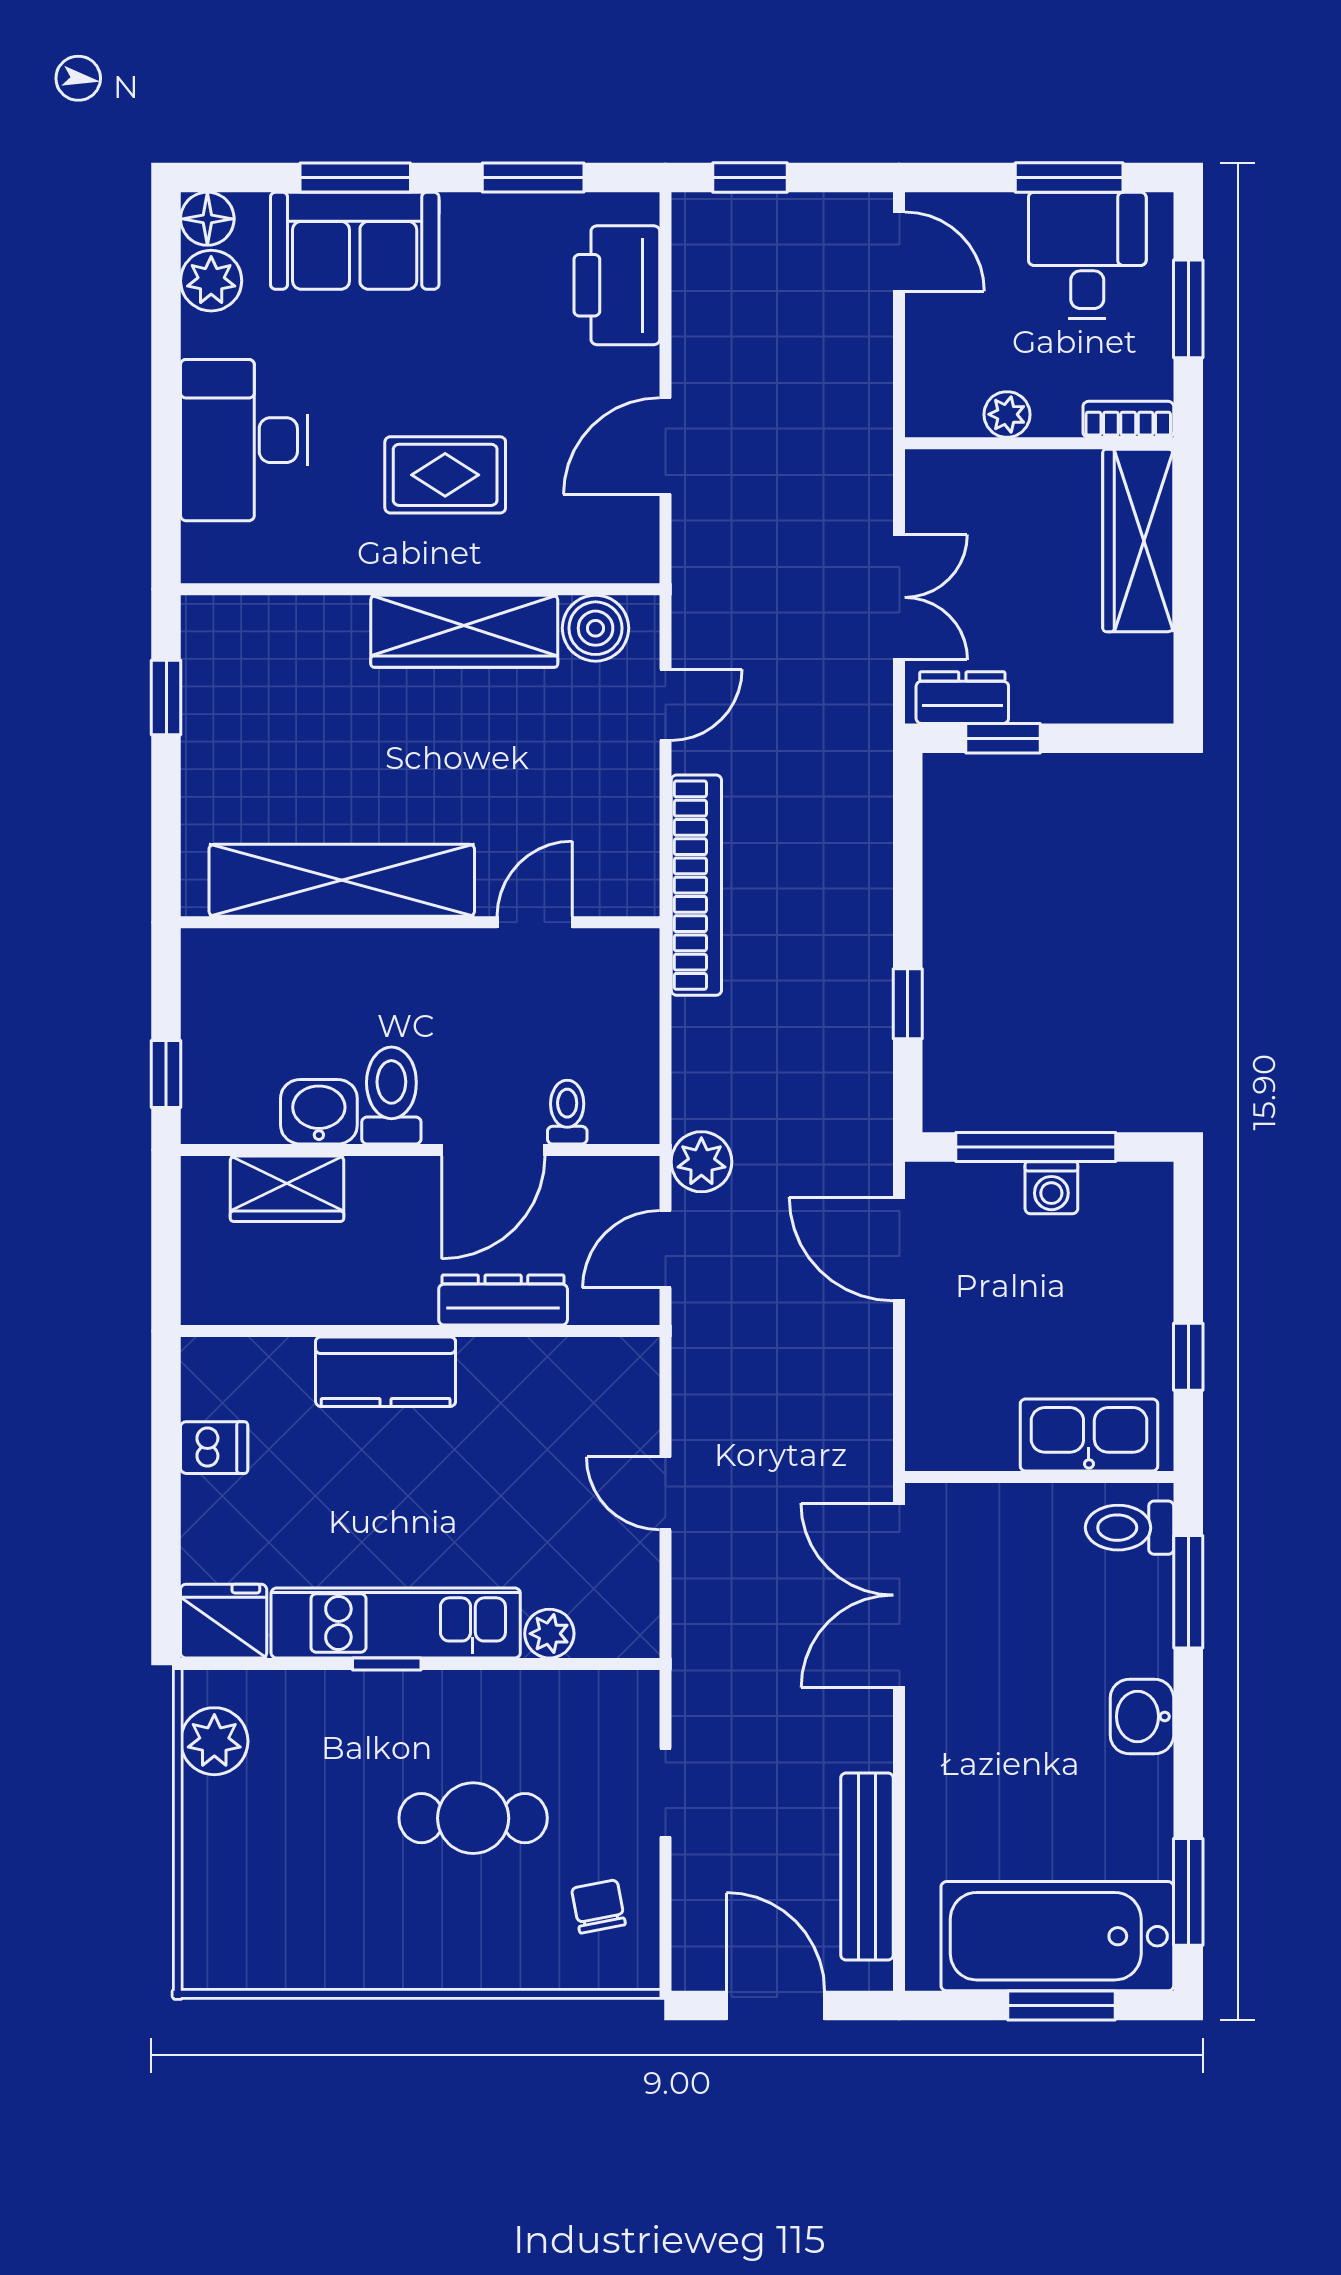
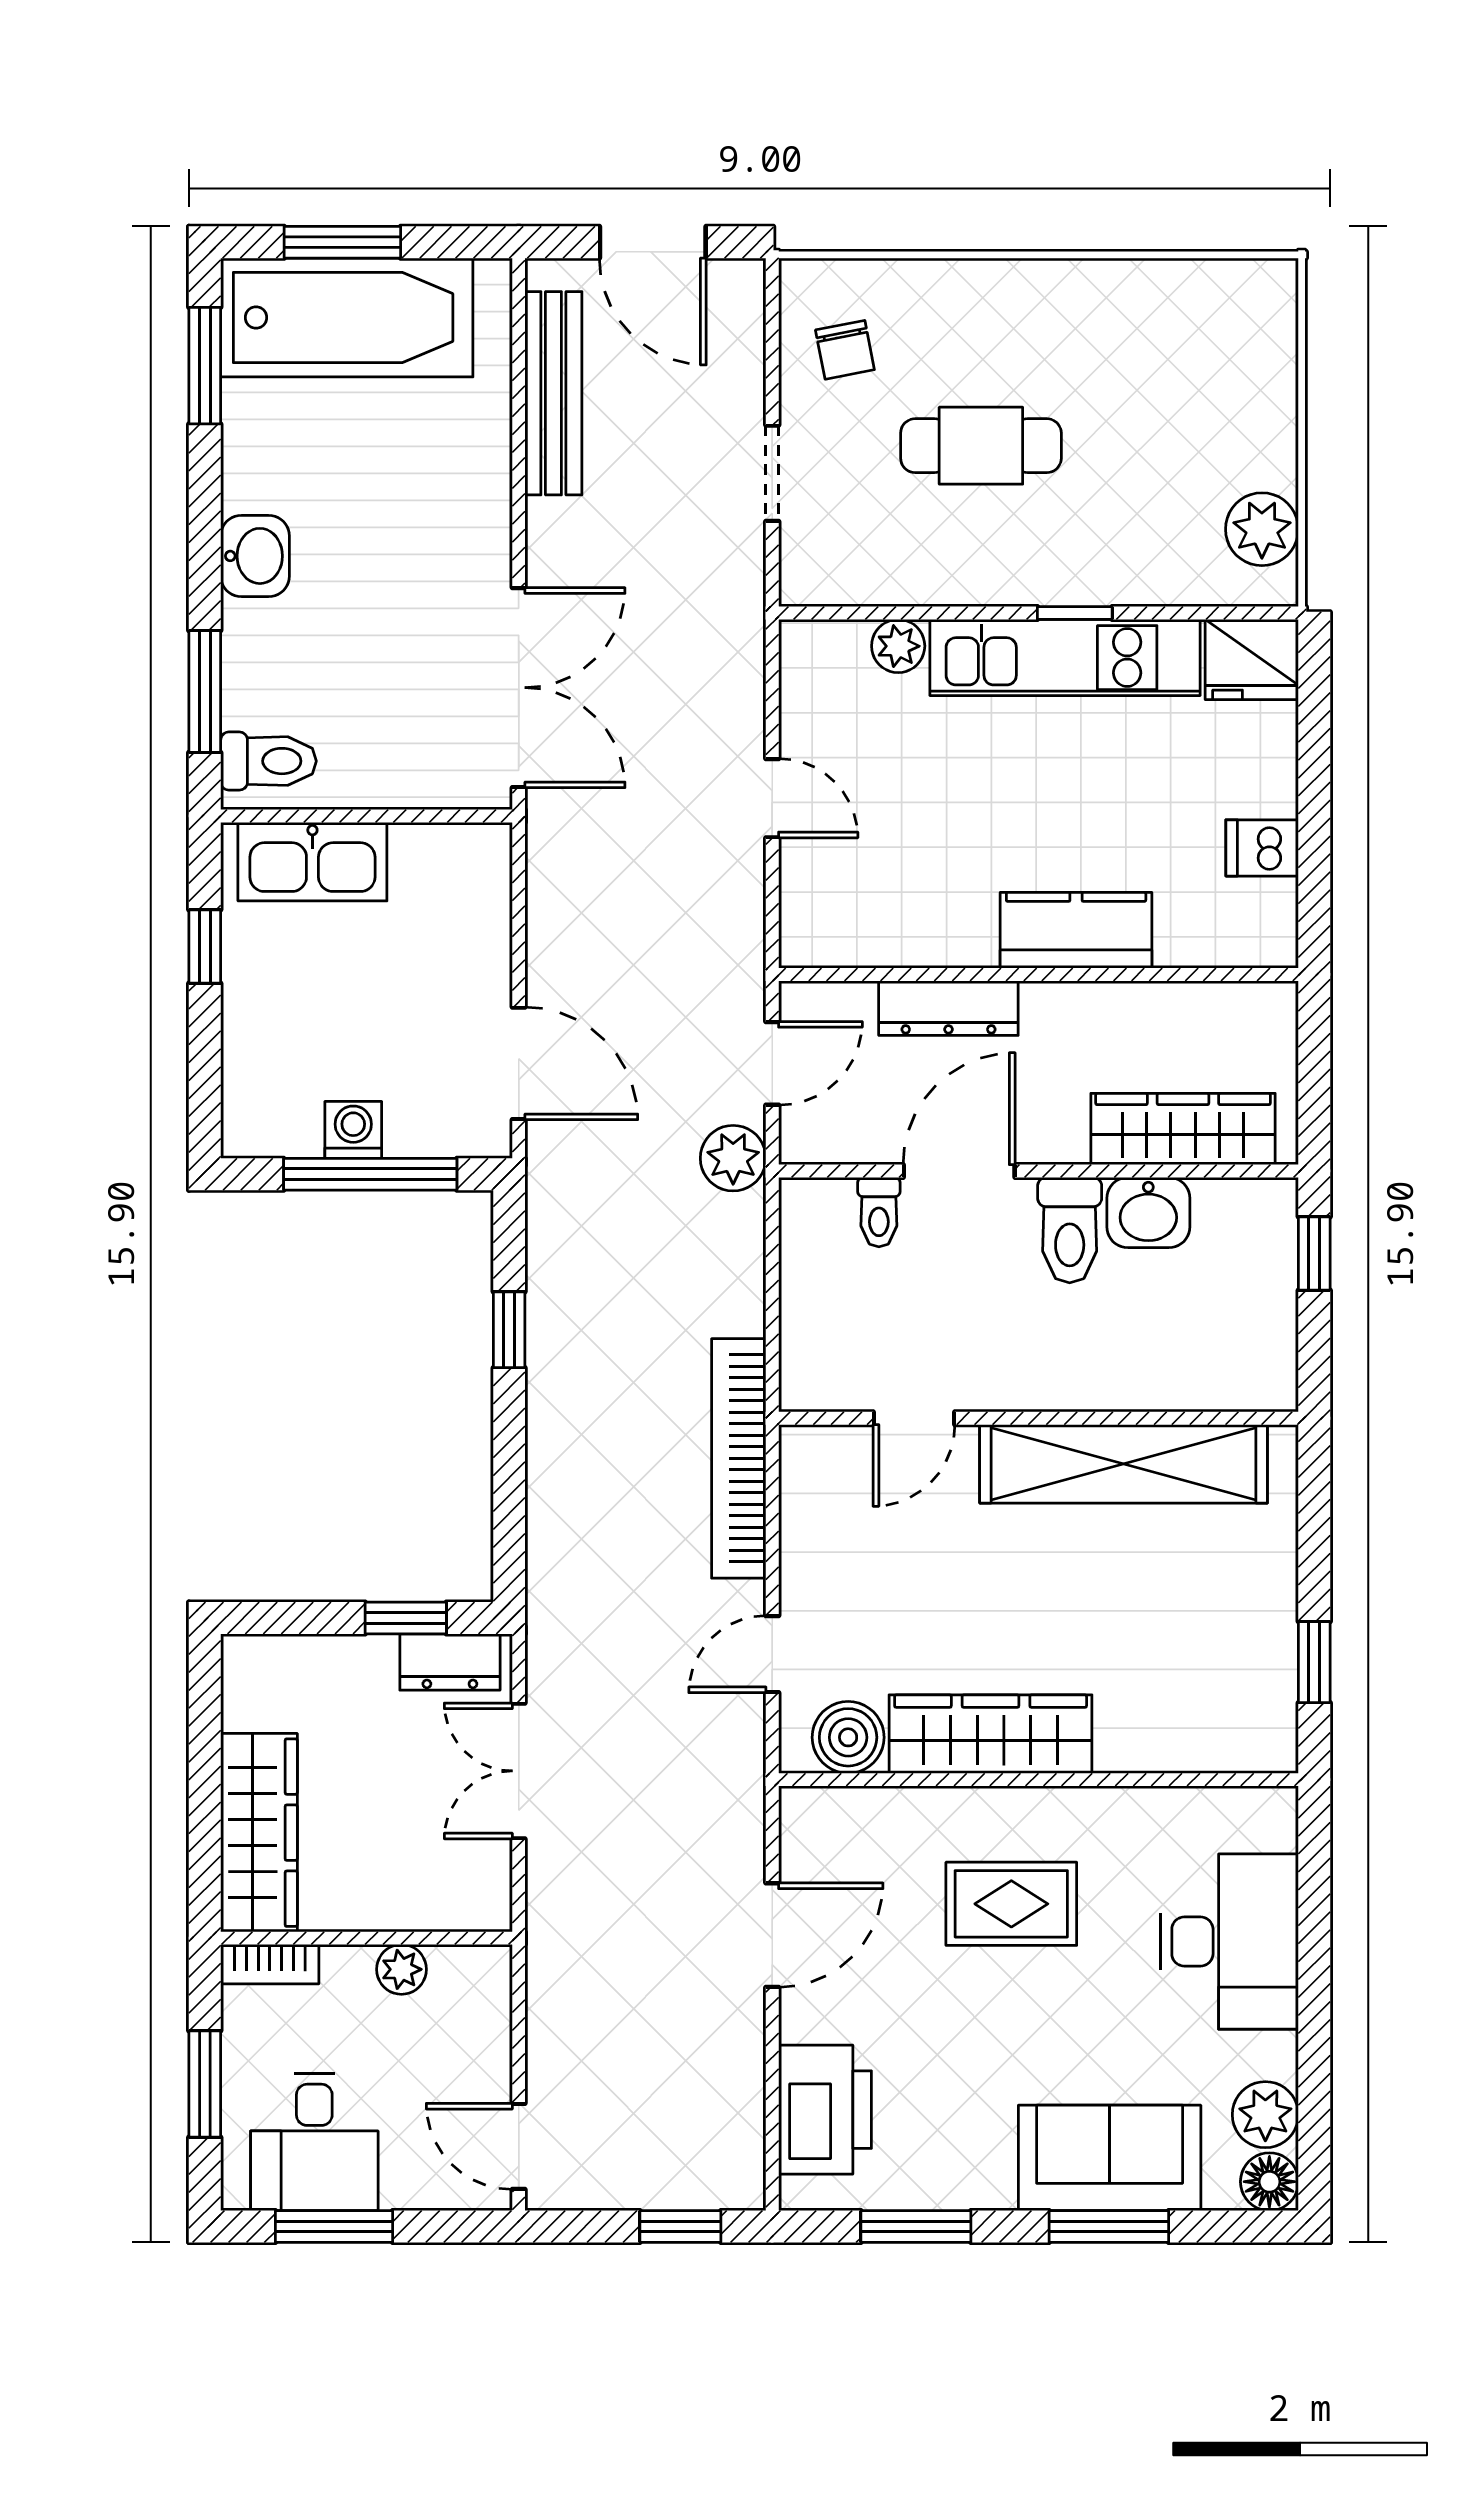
wardrobe: (287, 1189) -> (1183, 1129), width x1.50

